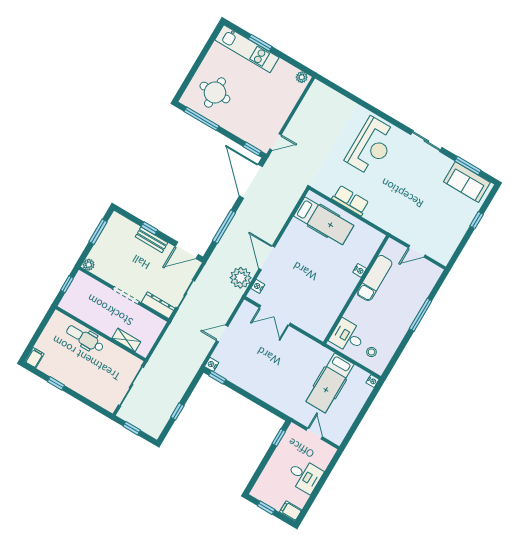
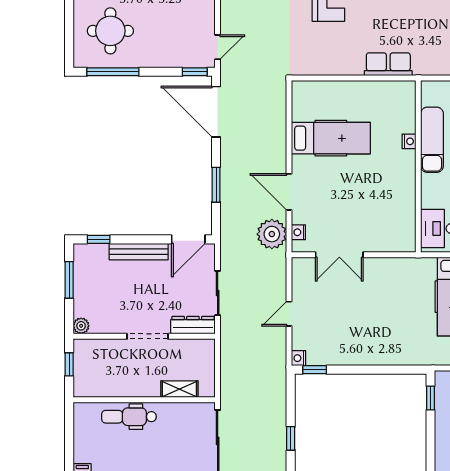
row of seats: (350, 201) -> (388, 64), moved
hospital bed: (324, 221) -> (331, 138), moved
window: (224, 227) -> (216, 185), width x0.69
window: (149, 228) -> (99, 239), moved
bench: (152, 240) -> (139, 252), width x1.36

